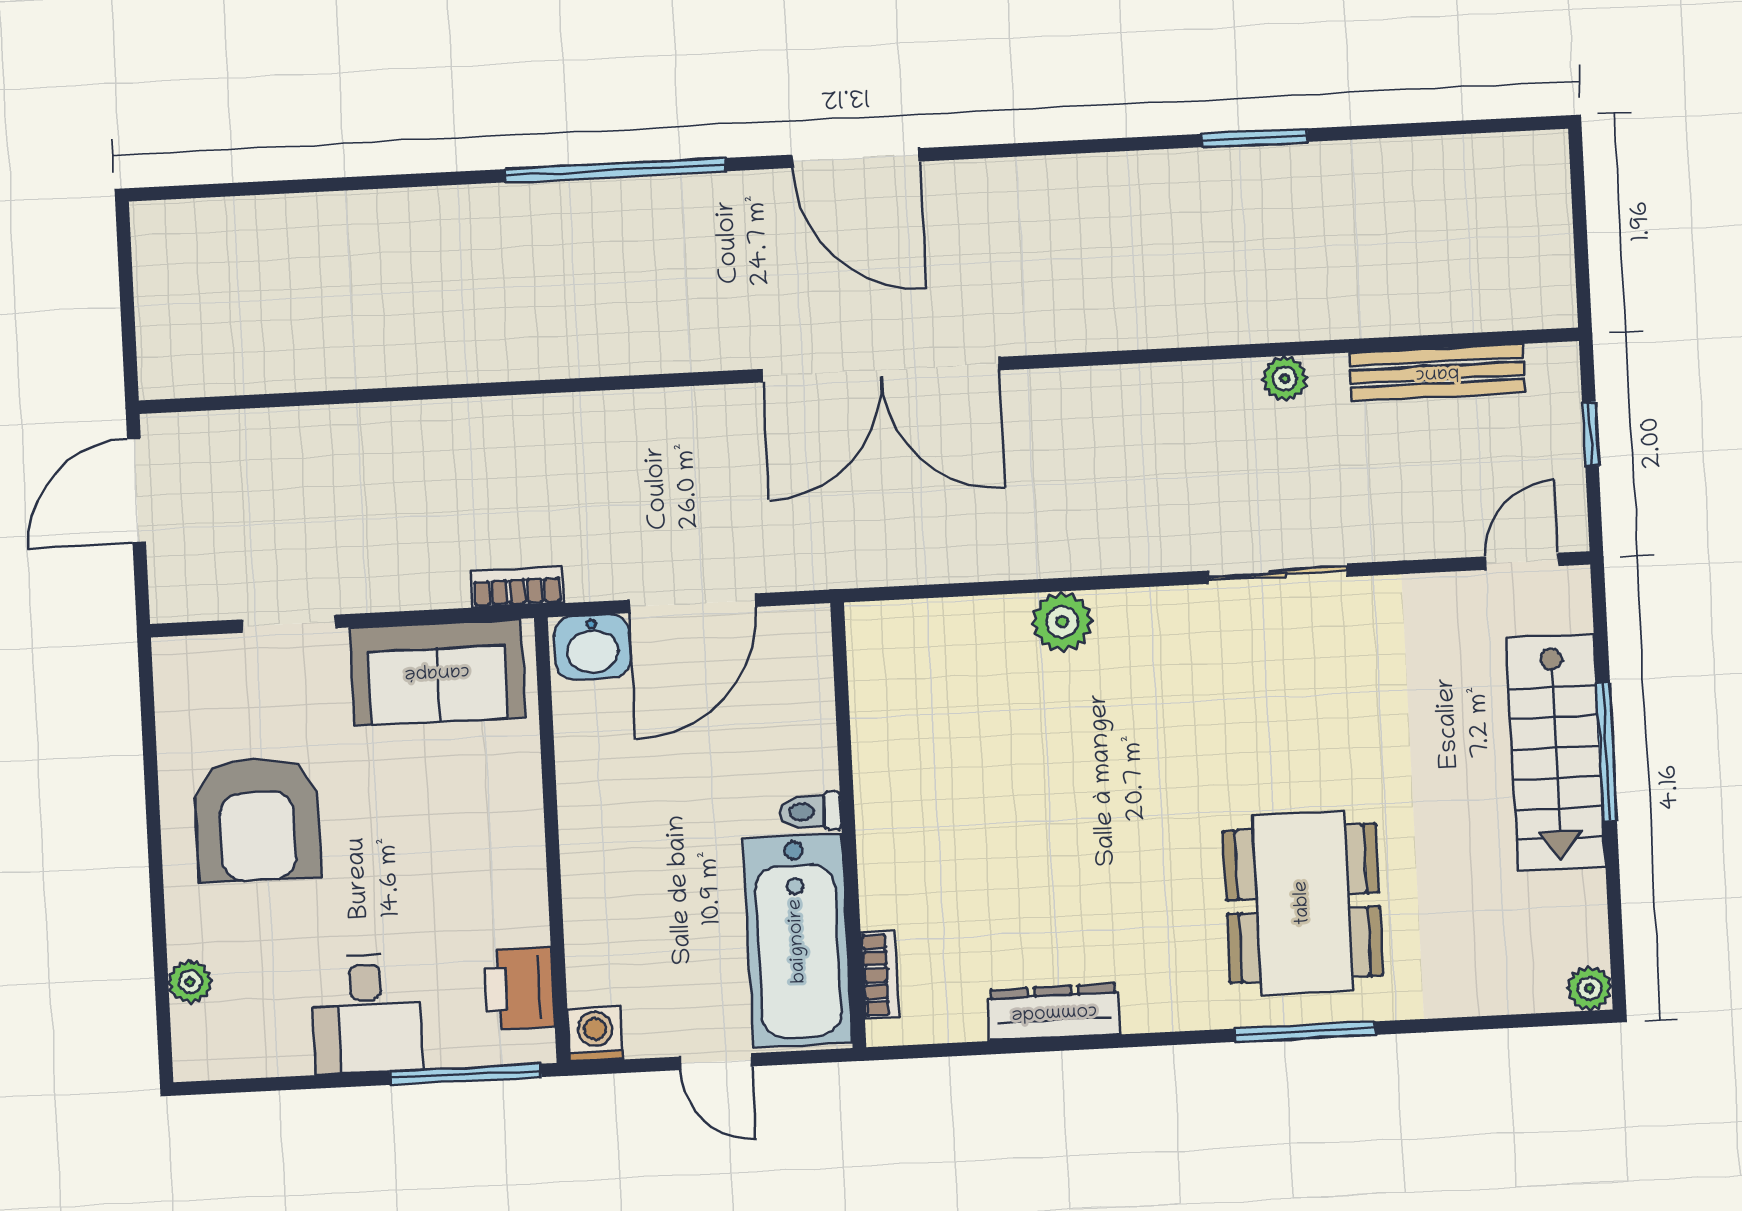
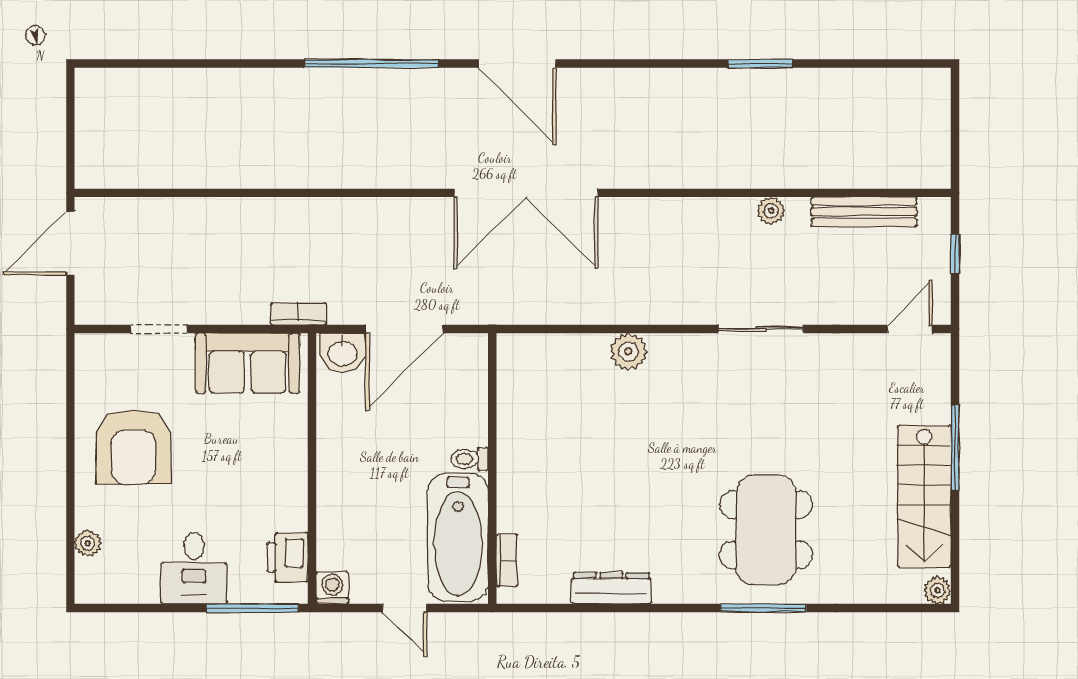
stairs: (1556, 752) -> (924, 496), moved

